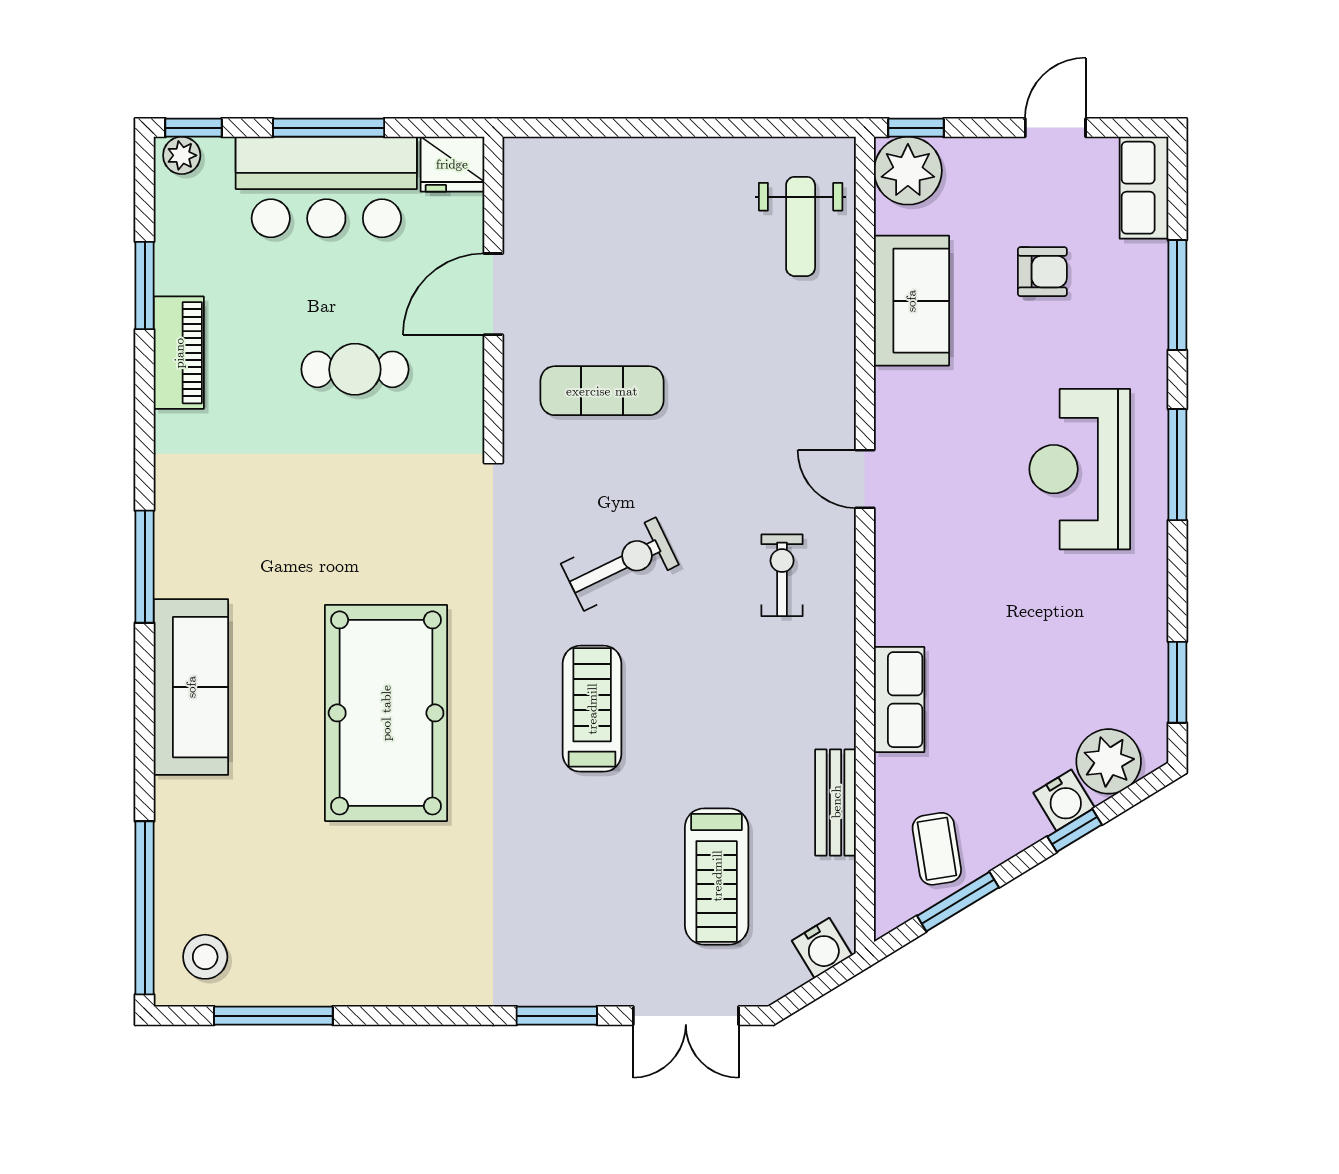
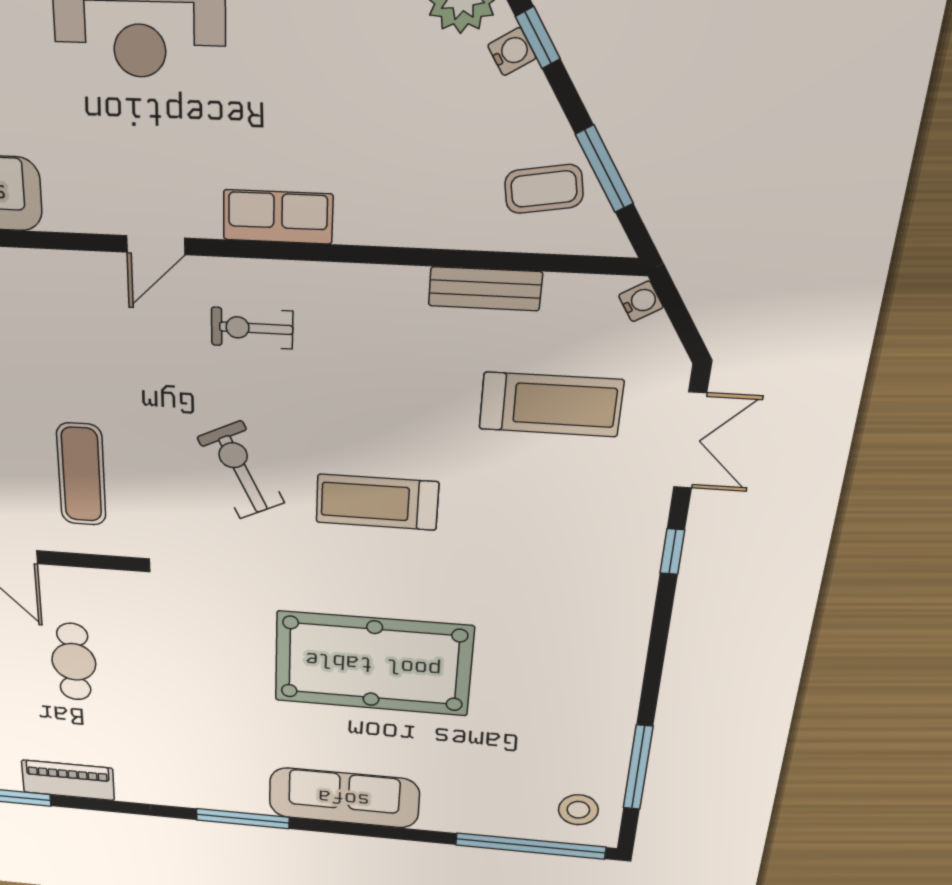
row of seats: (899, 700) -> (278, 217), moved
water cooler: (1064, 800) -> (512, 52), width x0.72, depth x0.72
water cooler: (822, 948) -> (641, 301), width x0.72, depth x0.72
window: (557, 1016) -> (672, 552), width x0.67

